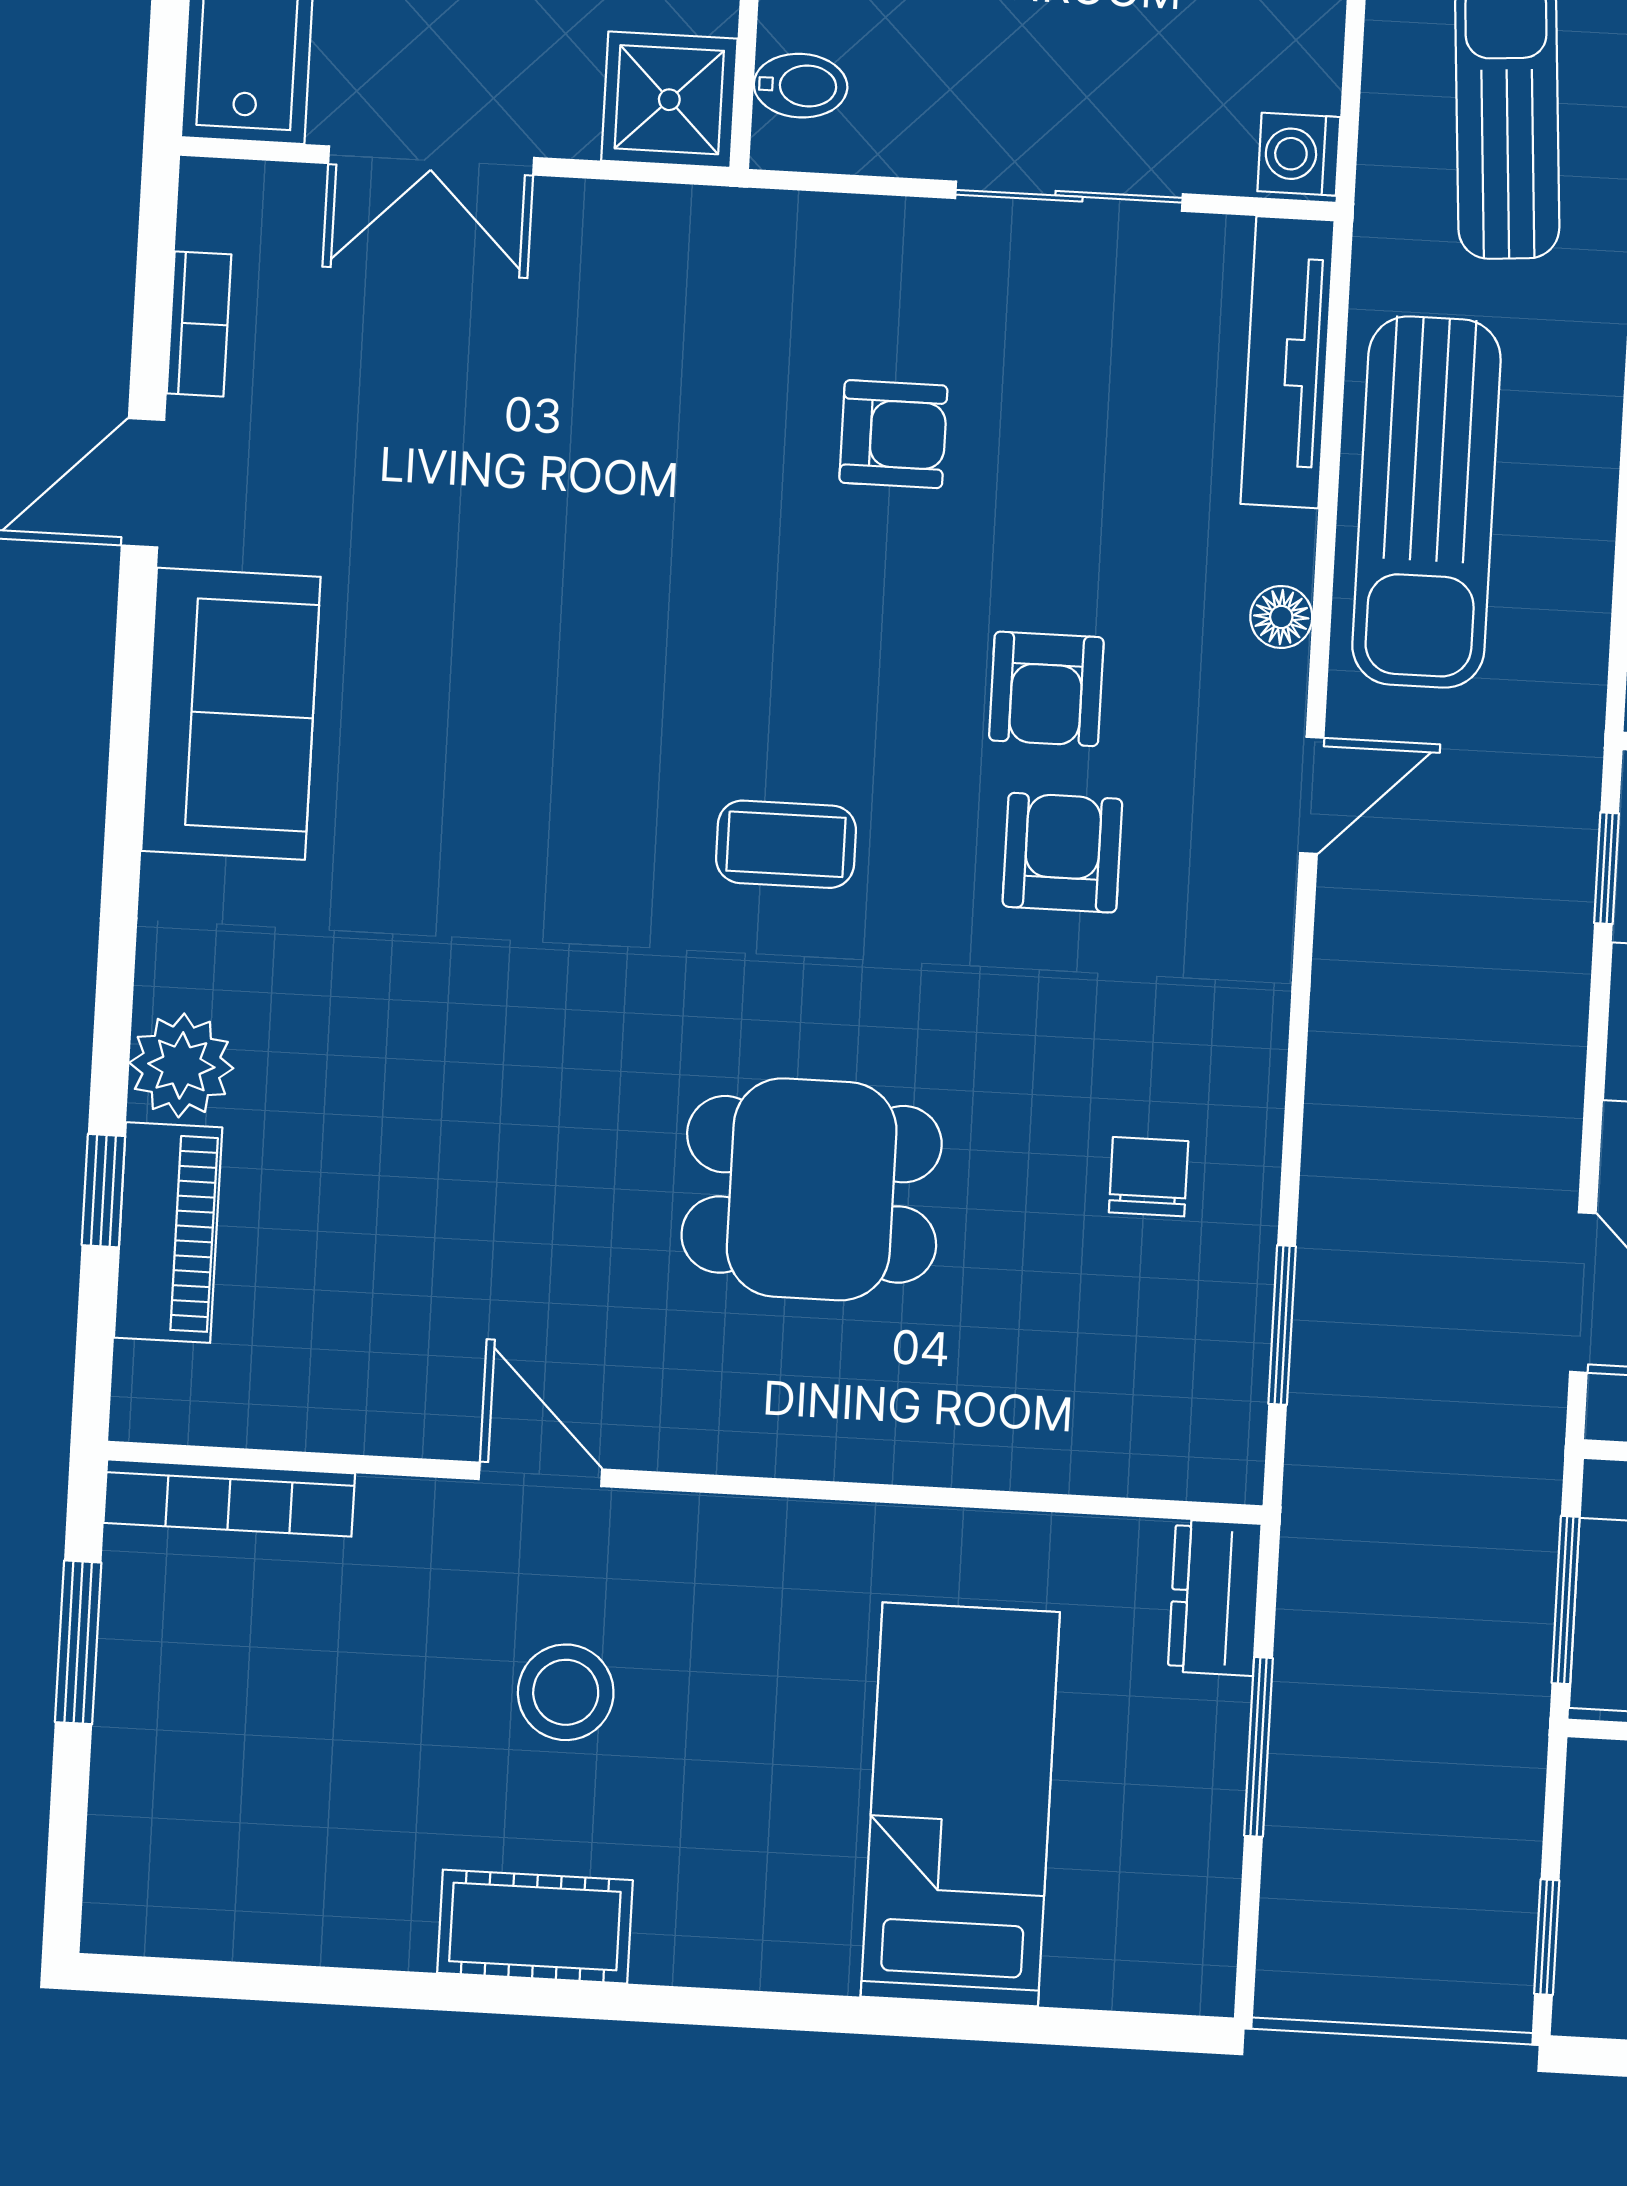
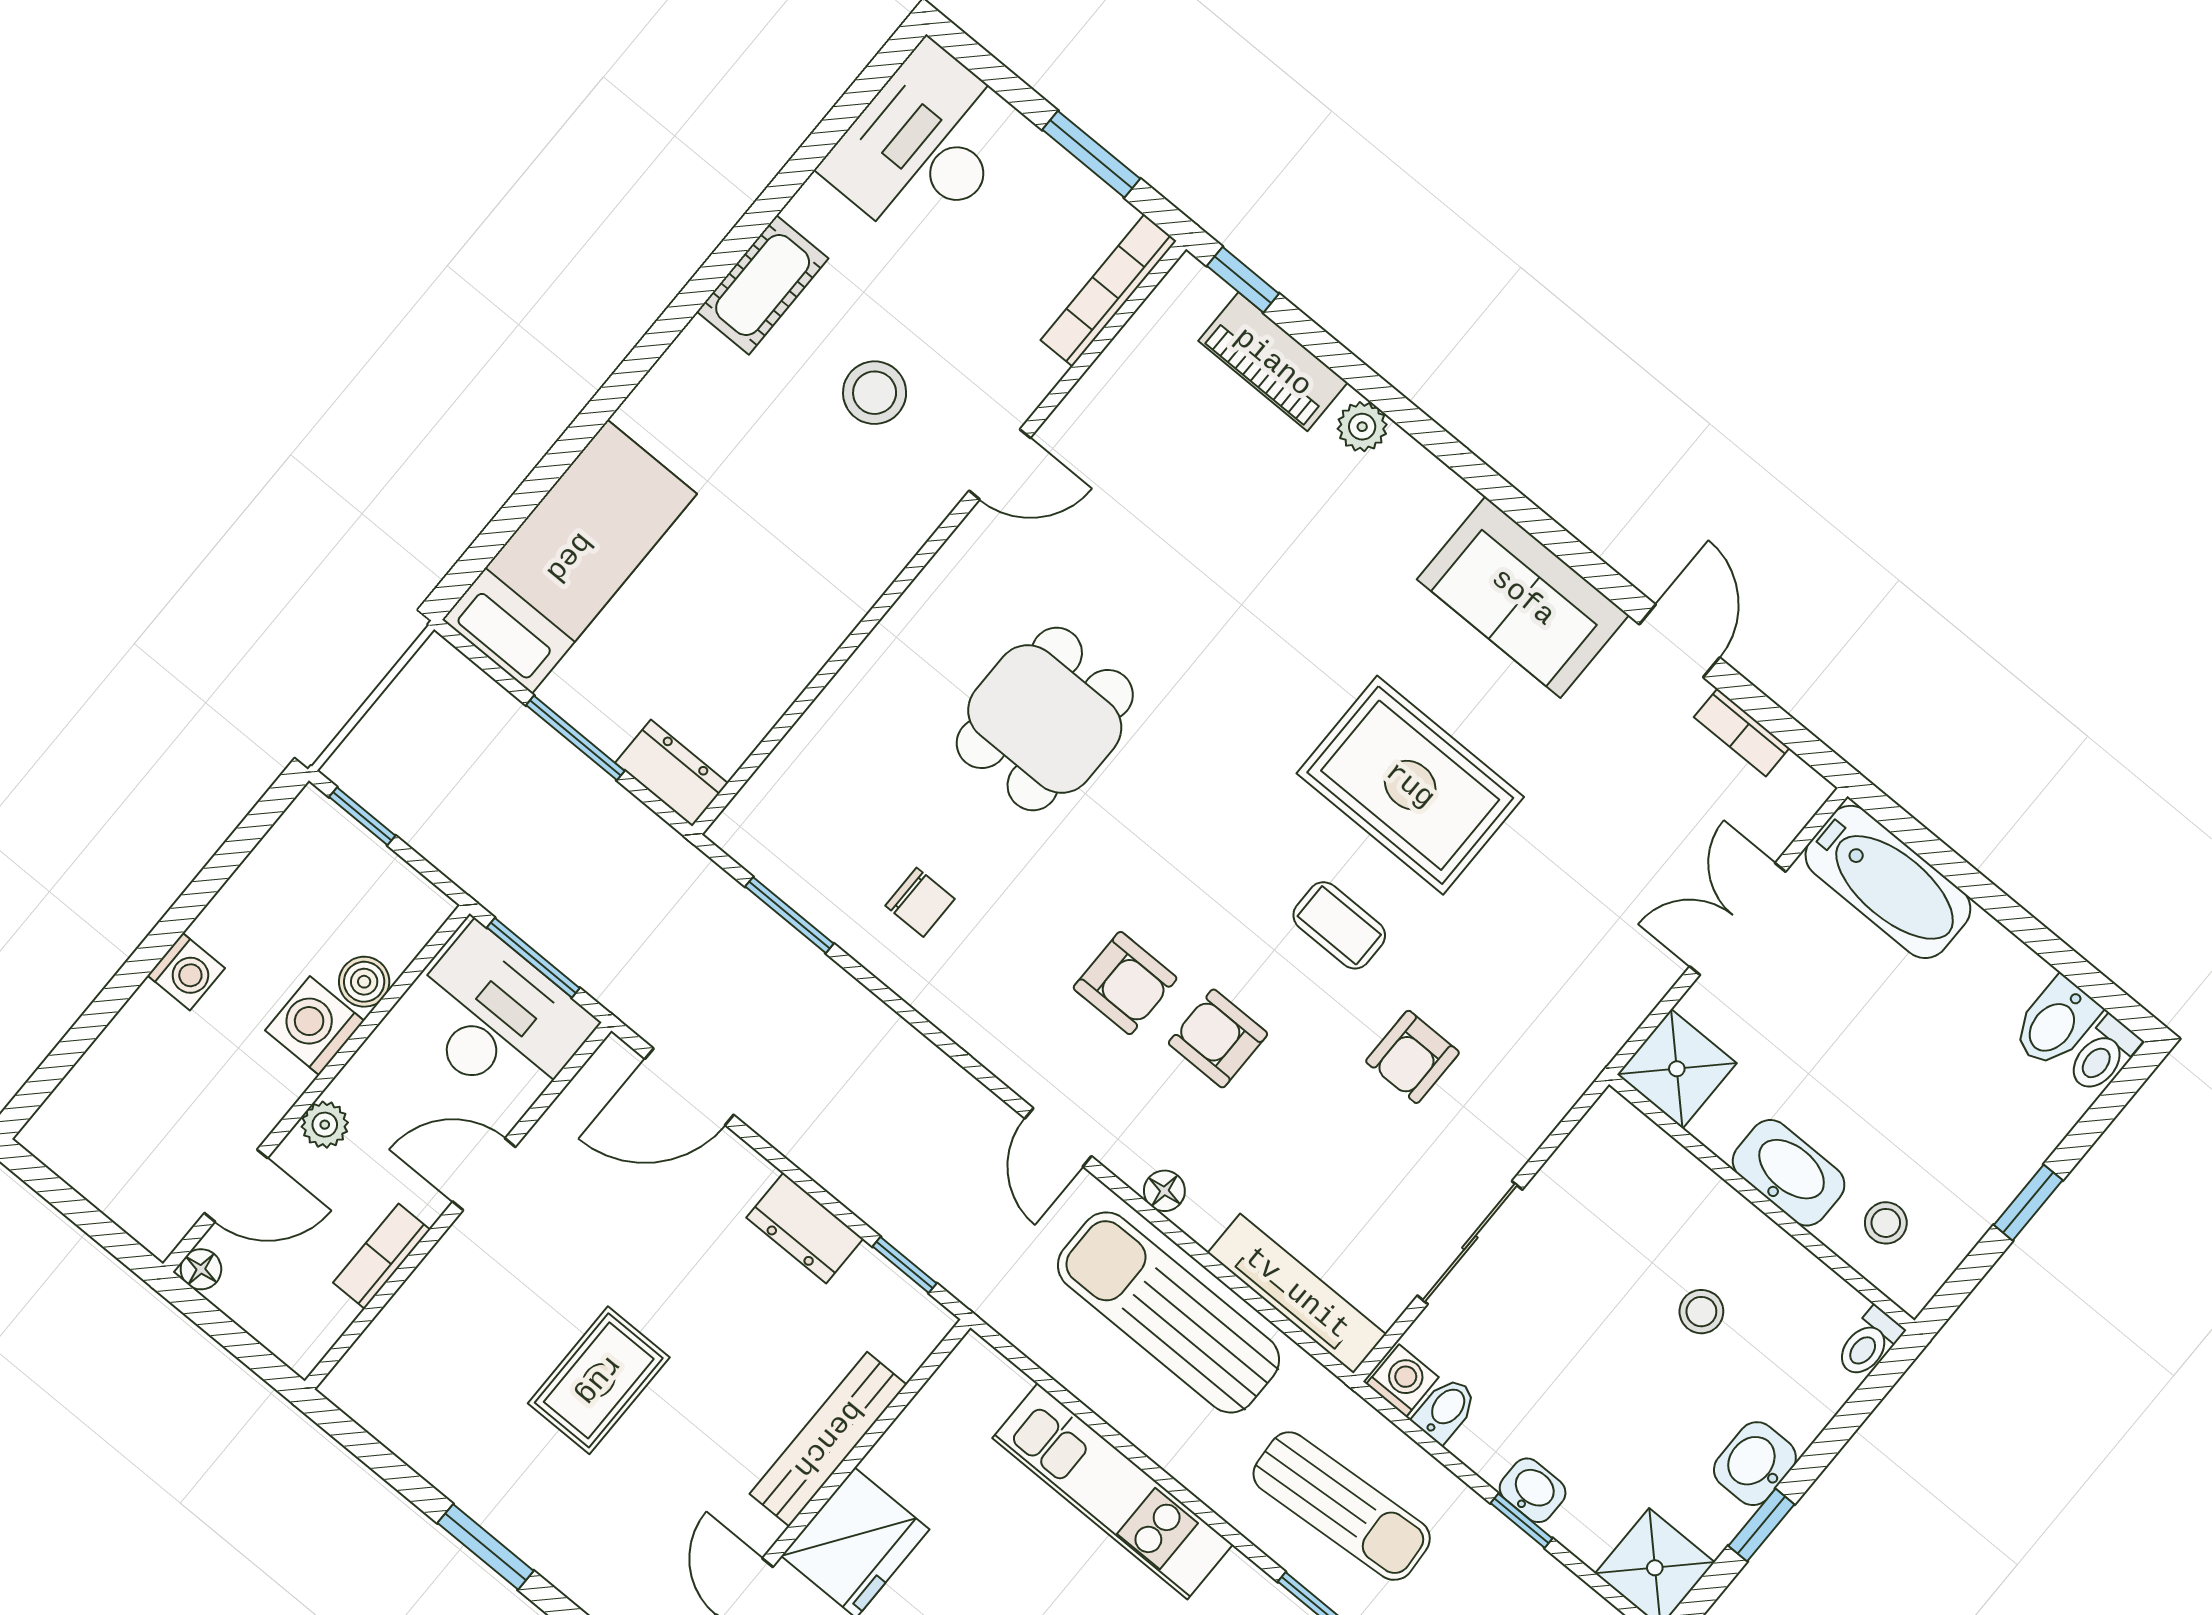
bidet: (801, 86) -> (1445, 1410), moved, turned 180
rug: (563, 682) -> (1410, 785), added
coffee table: (786, 844) -> (1339, 925), moved, turned 90
plant: (181, 1065) -> (1362, 427), width x0.73, depth x0.73
window: (103, 1191) -> (1243, 280), moved
bed: (960, 1804) -> (569, 557), moved, turned -90
desk: (220, 1855) -> (924, 146), added

